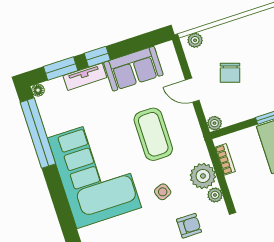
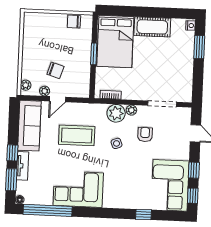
sofa: (133, 69) -> (29, 126), width x1.36
plant: (215, 123) -> (45, 91), moved
corner sofa: (94, 173) -> (78, 189), width x0.73, depth x0.74

